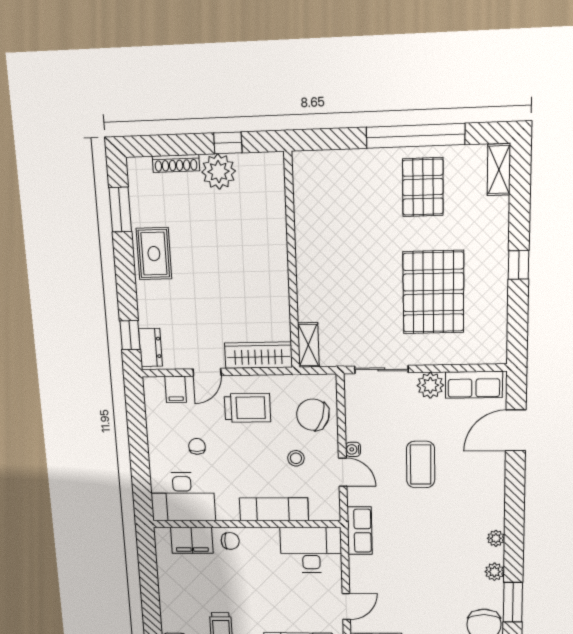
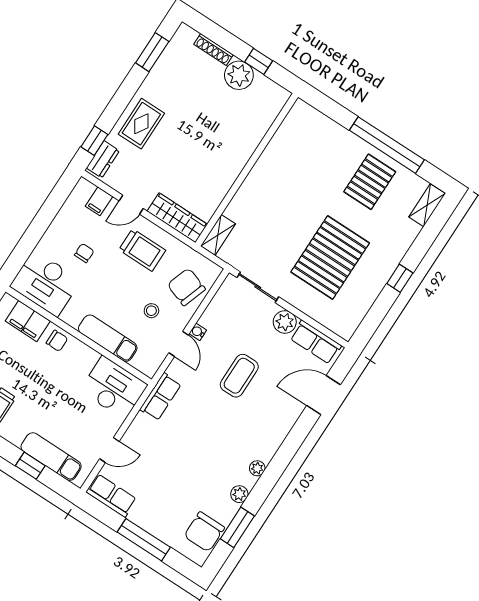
rug: (154, 254) -> (141, 124), moved

